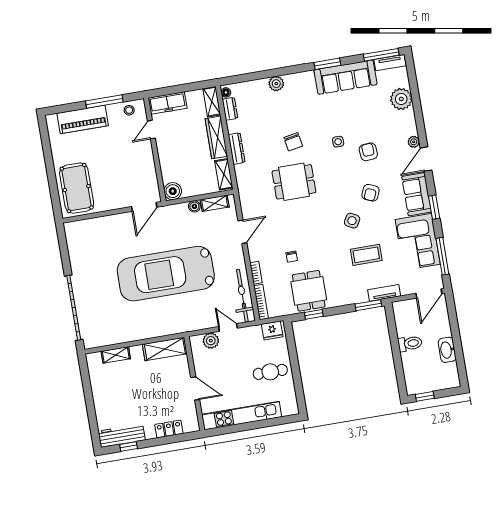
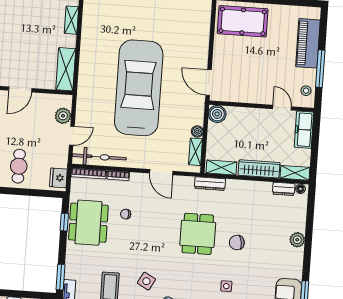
dresser: (237, 149) -> (210, 184), moved
dining table: (309, 291) -> (88, 223), width x1.38

